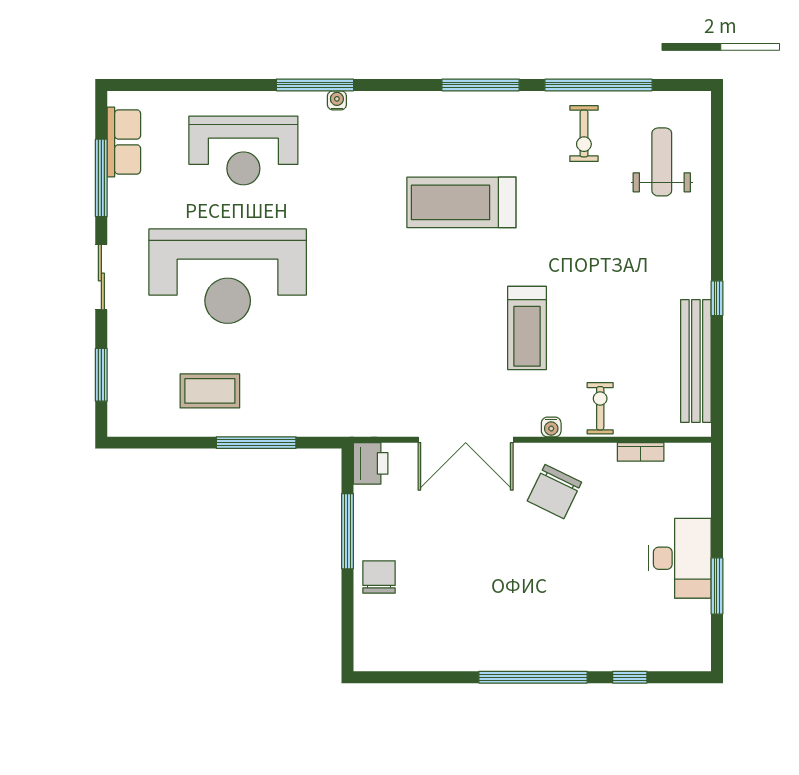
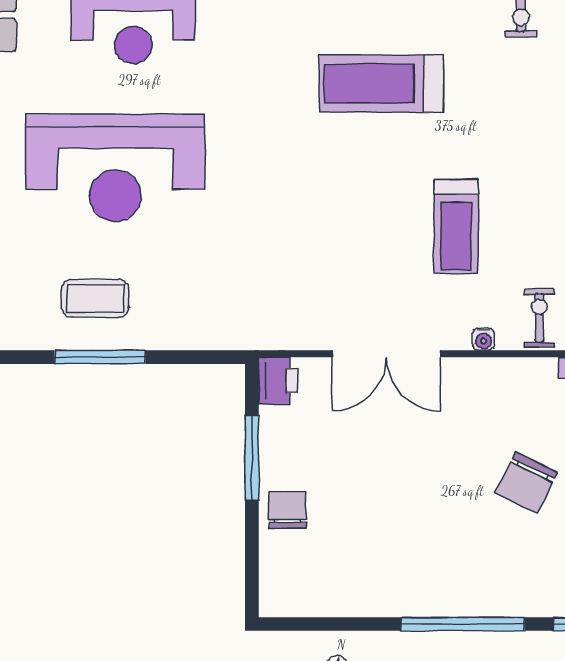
window: (256, 443) -> (100, 357), moved
chair: (554, 492) -> (526, 483), moved

